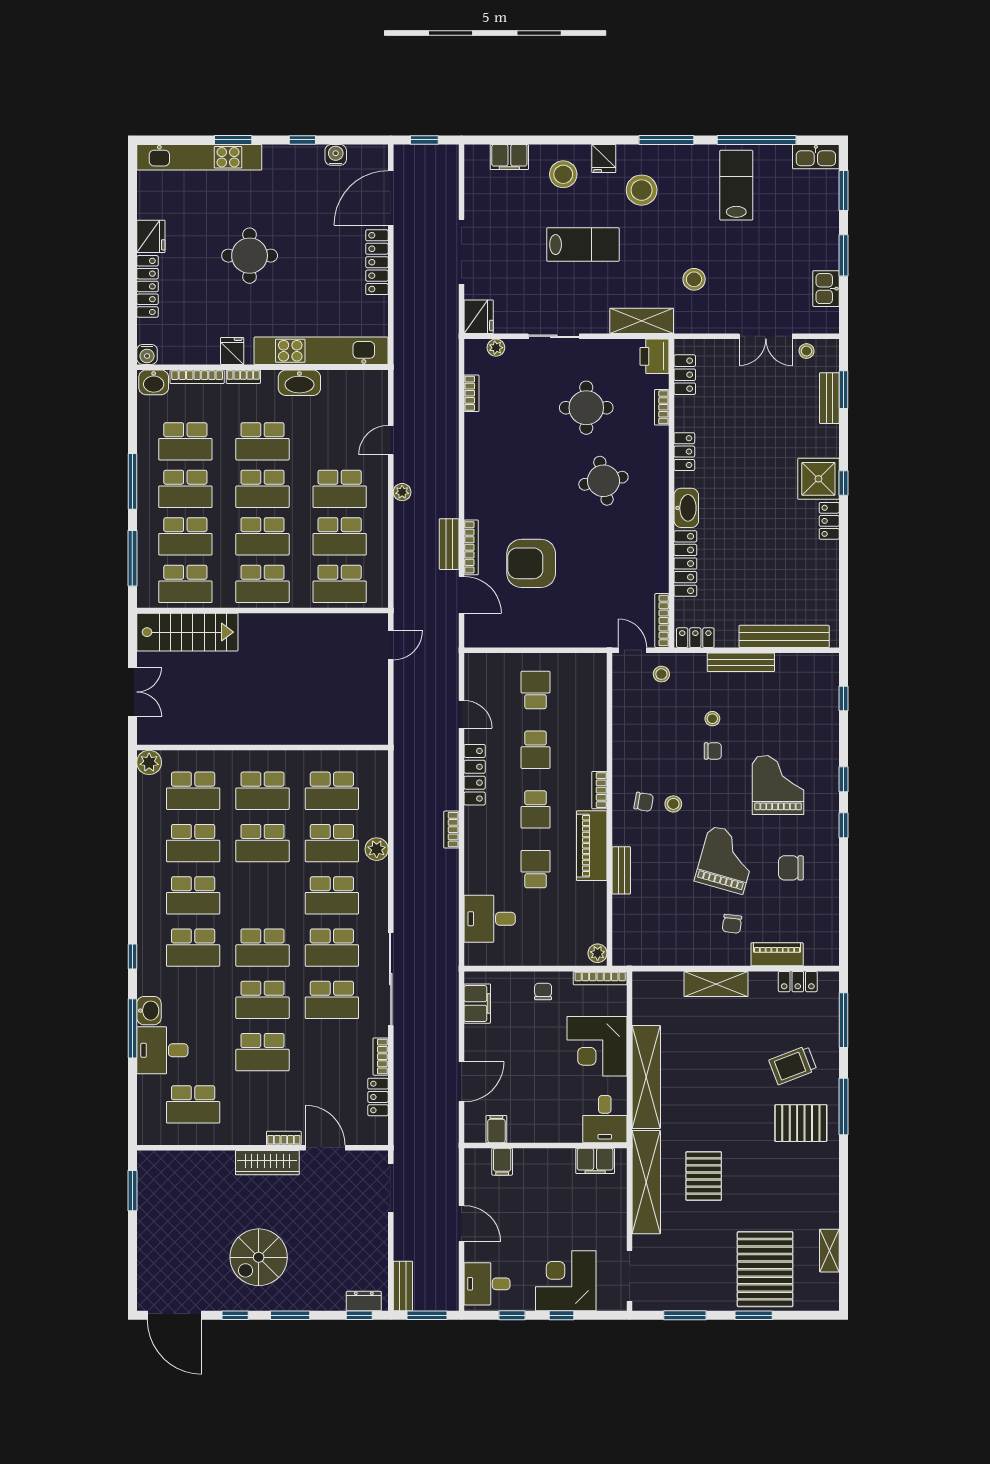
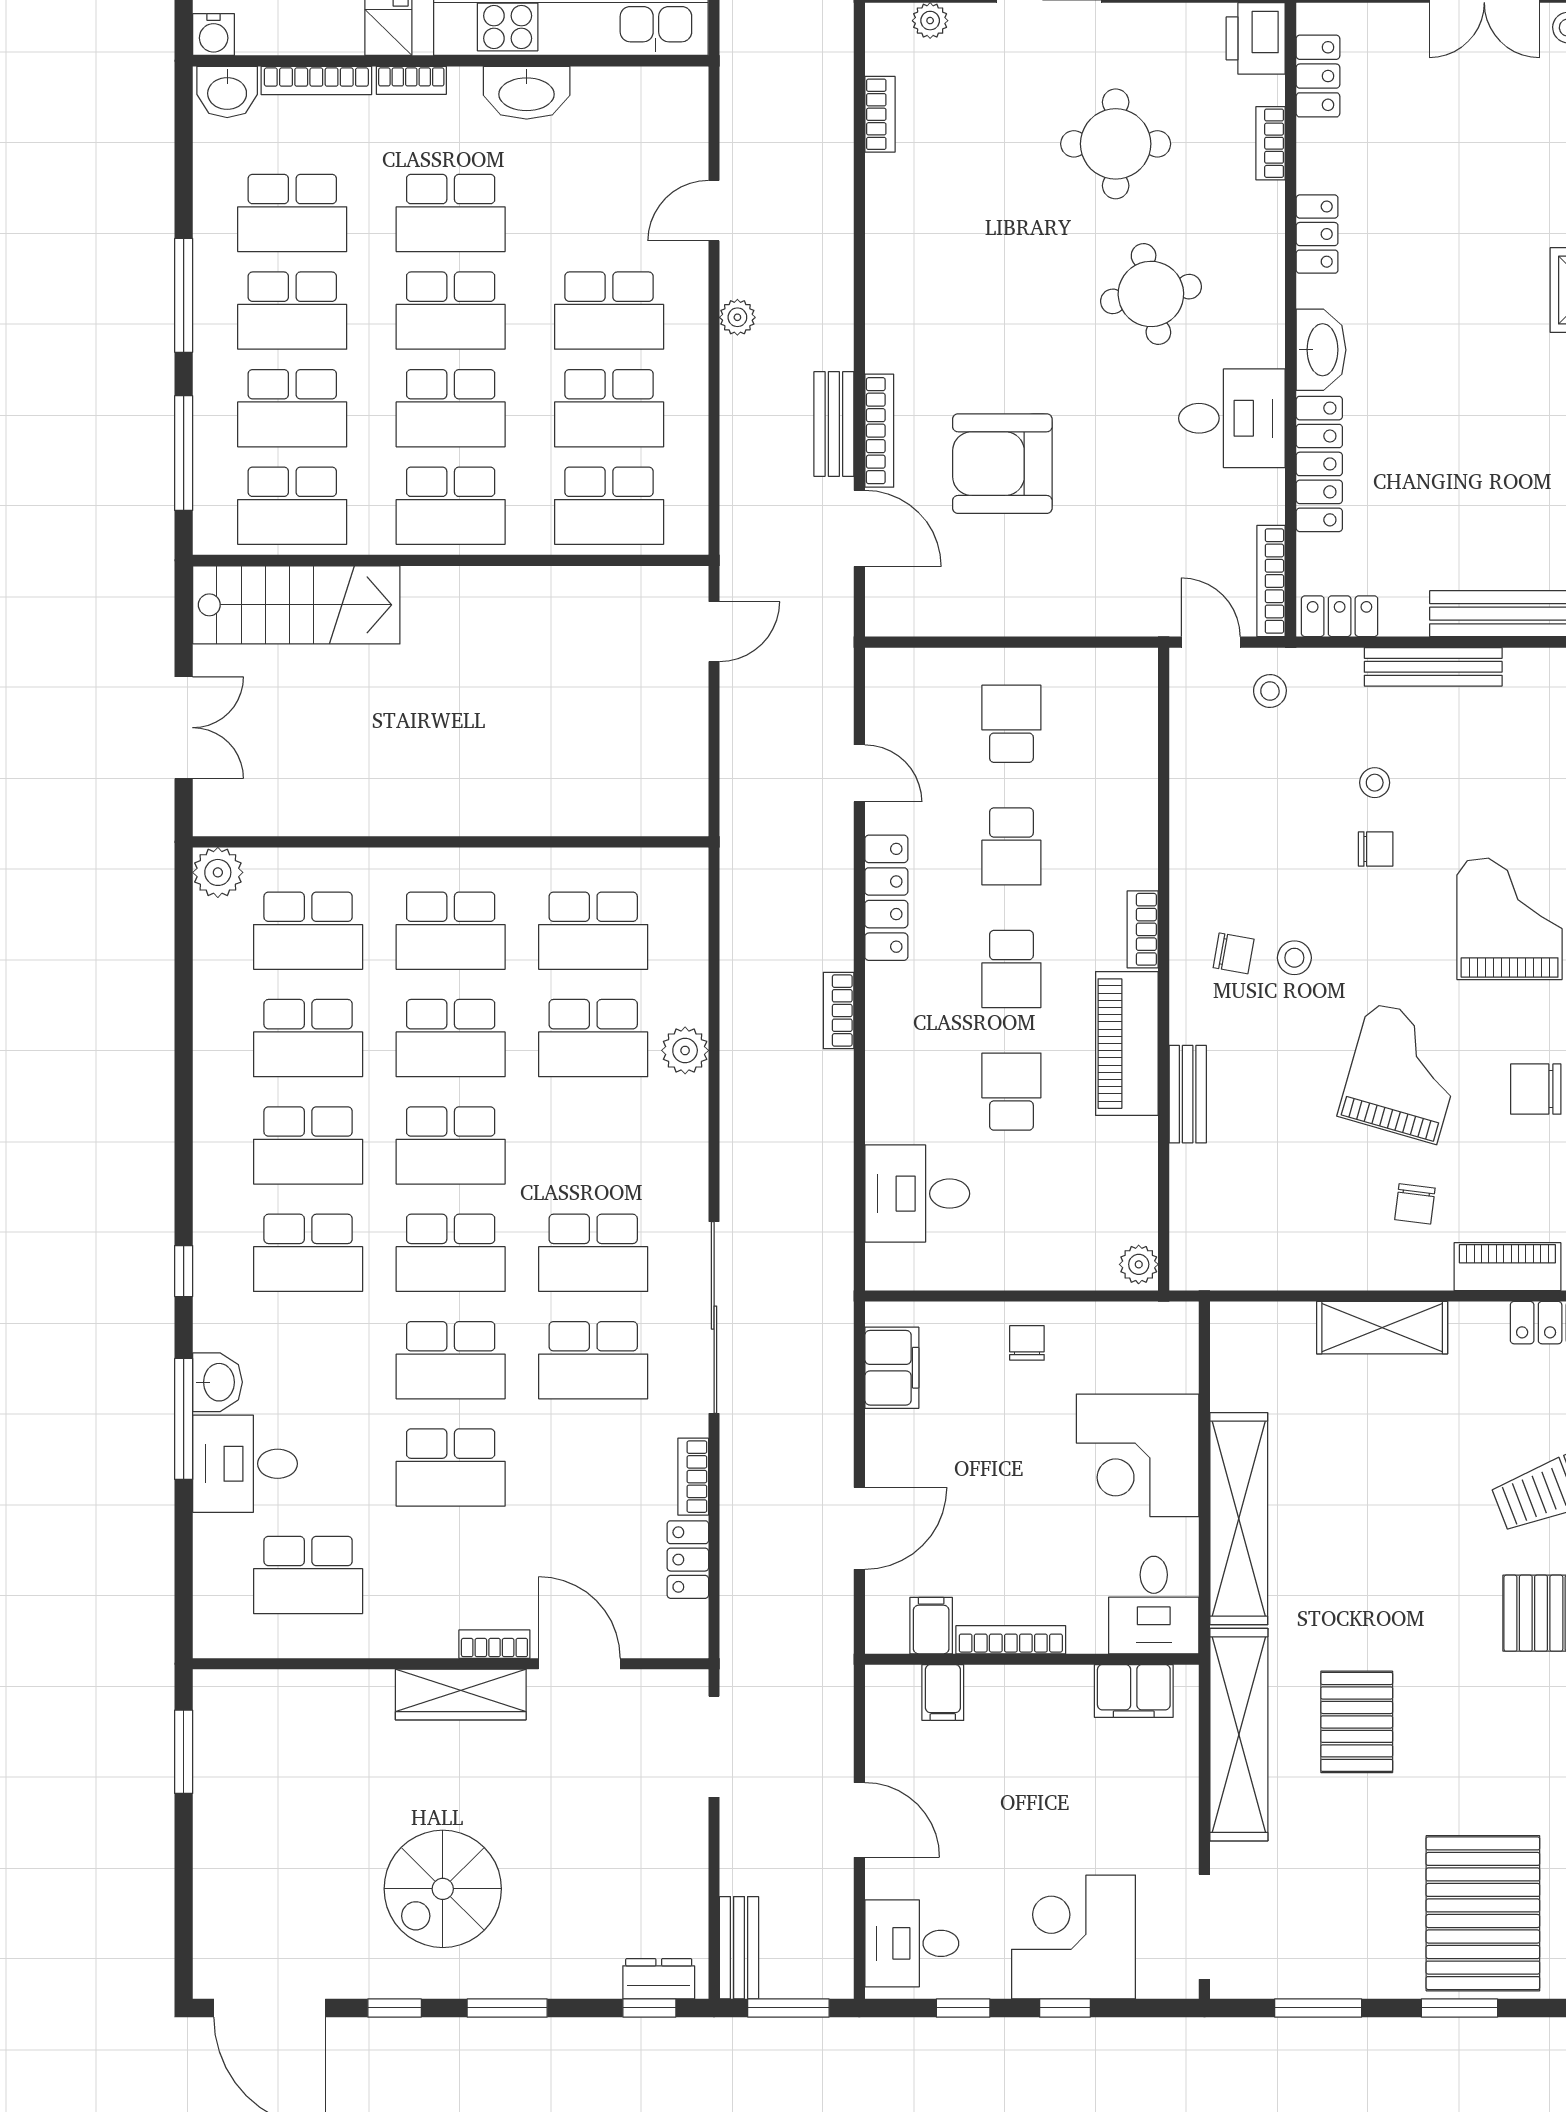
desk: (643, 541) -> (1232, 418), added
school desk: (332, 895) -> (451, 1145), moved
bookcase: (600, 978) -> (1011, 1640), moved, turned 180

